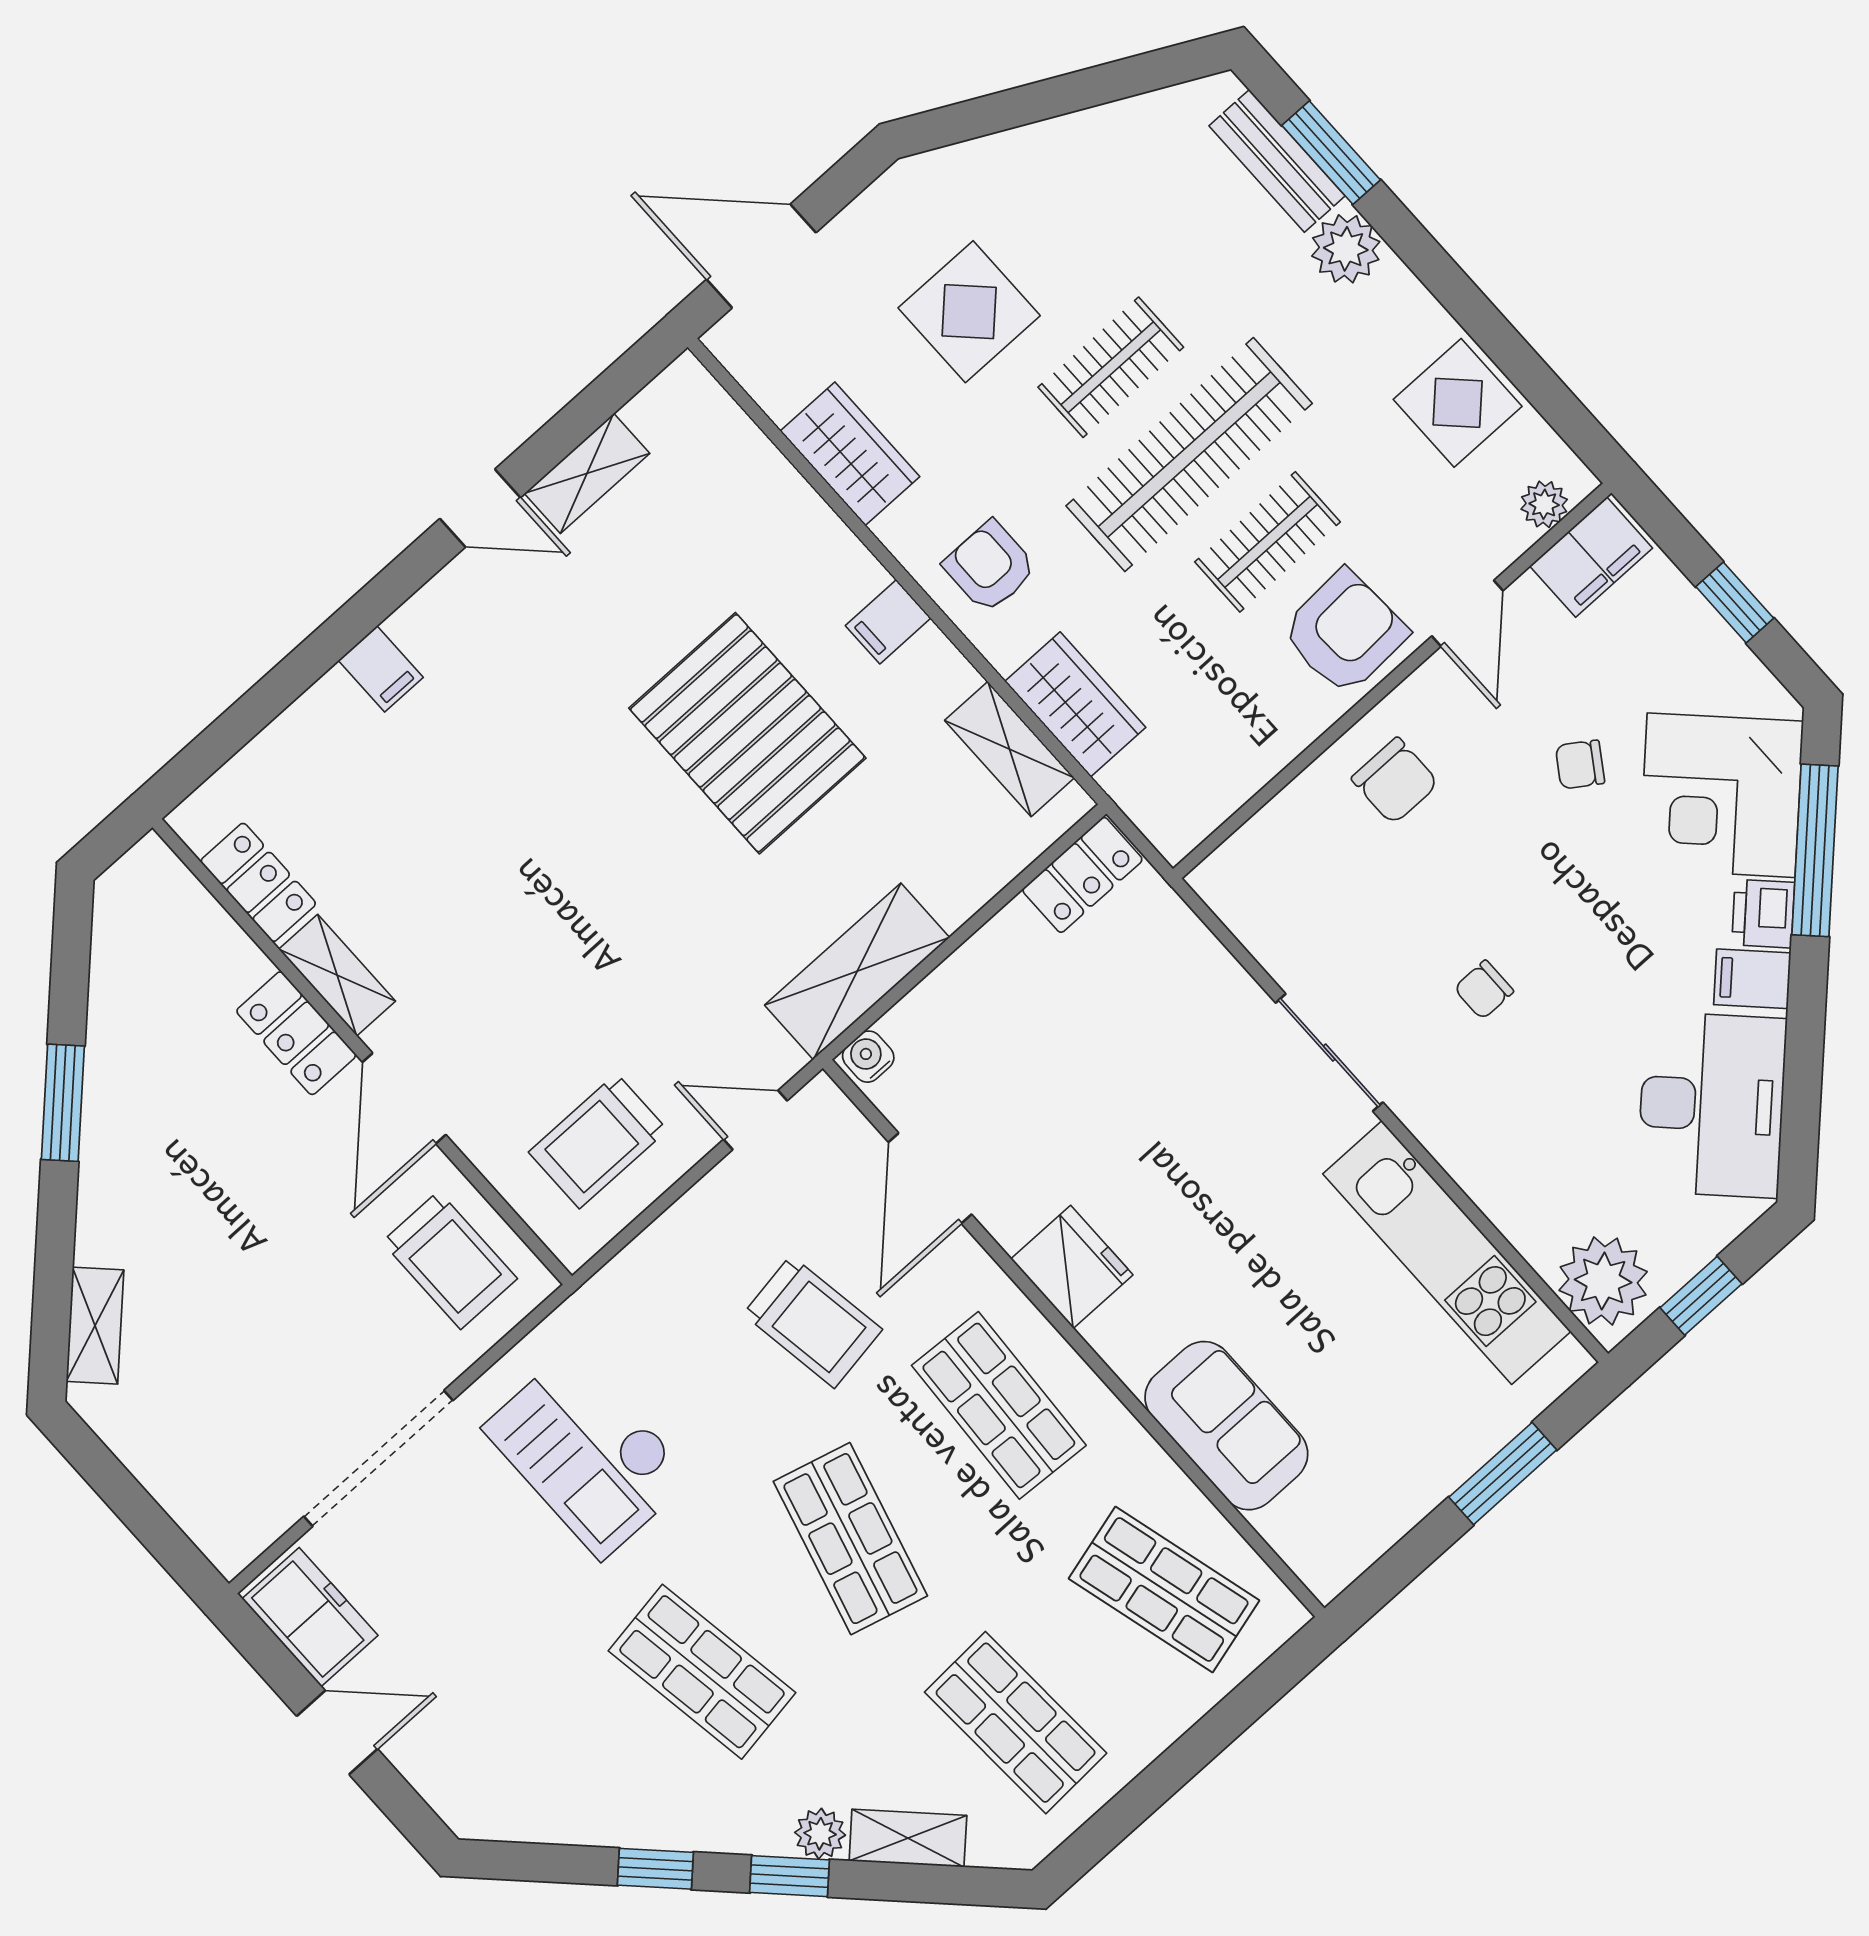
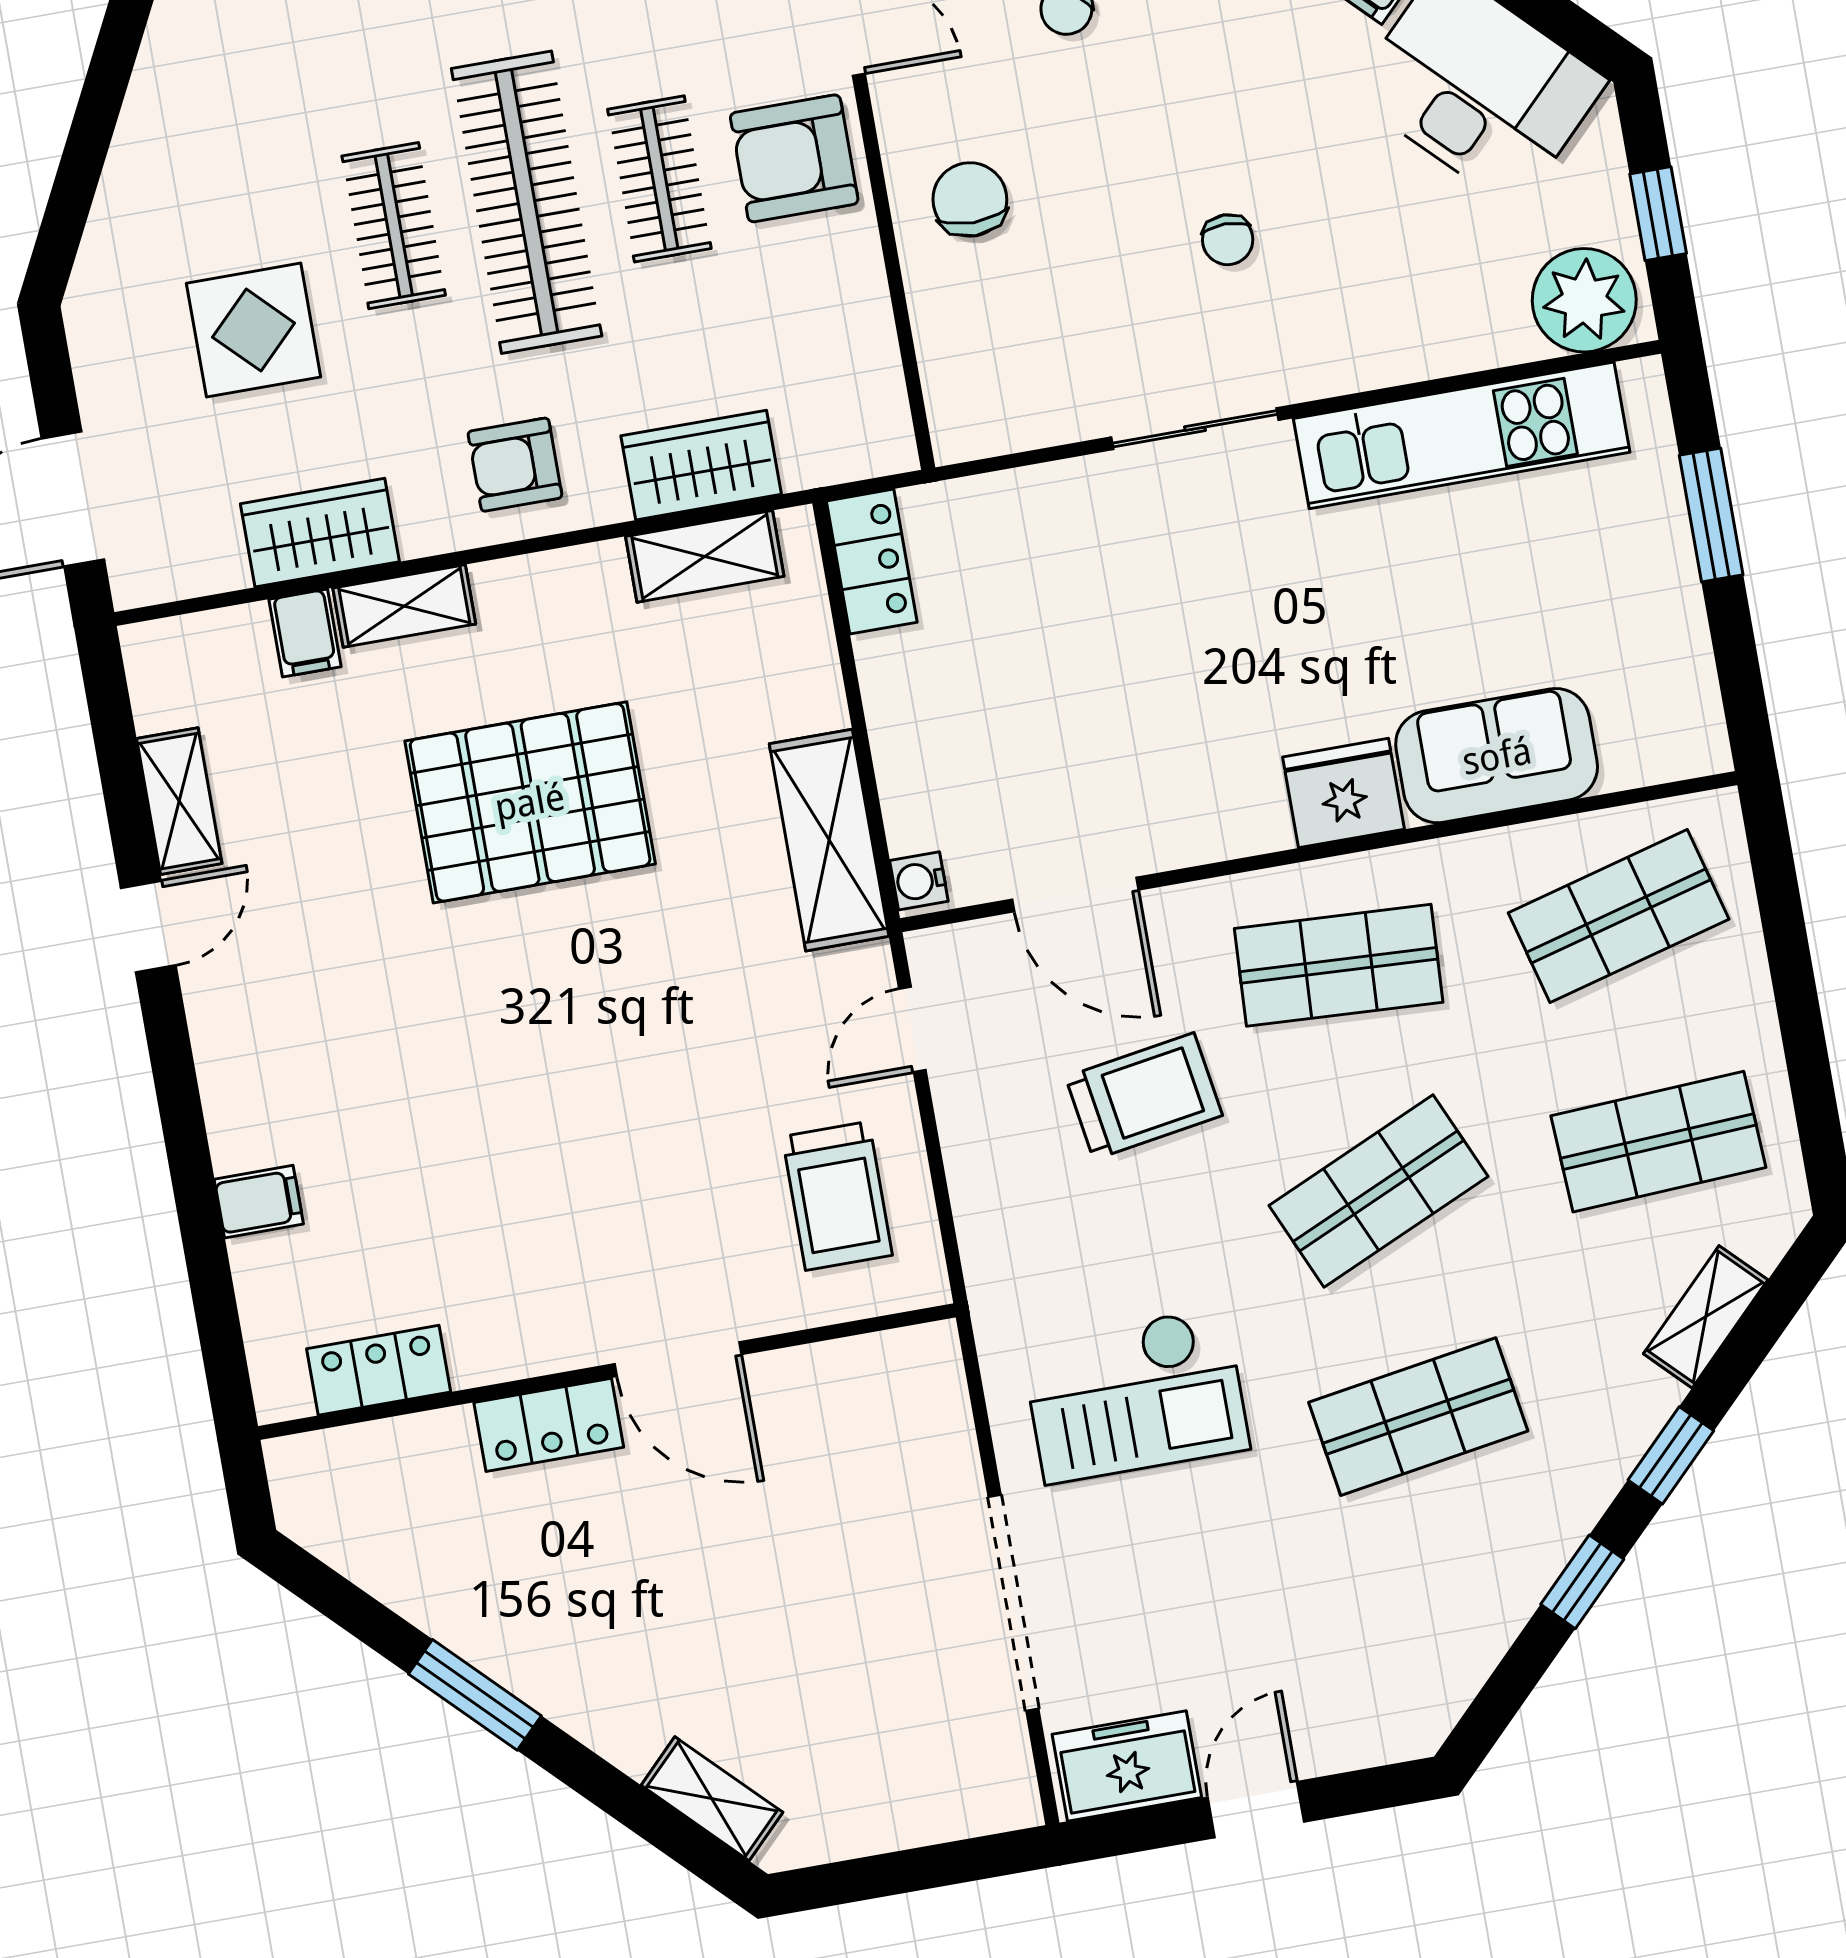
filing cabinet: (888, 622) -> (305, 633), moved
armchair: (1345, 632) -> (794, 158), turned -87
filing cabinet: (381, 669) -> (259, 1202), moved
chair: (1395, 781) -> (970, 199), turned -90
shelving: (337, 975) -> (404, 606), moved
trolley: (450, 1260) -> (864, 1413), removed
fridge: (1072, 1267) -> (1344, 793), moved
shop shelf: (850, 1539) -> (1378, 1191), turned -39
plant: (820, 1834) -> (1648, 1400), removed

